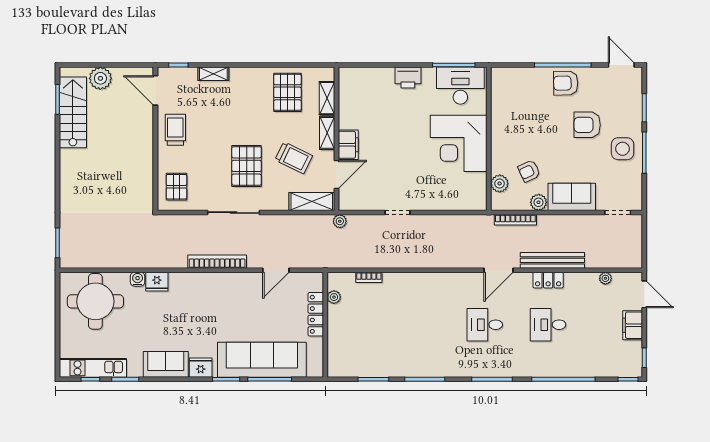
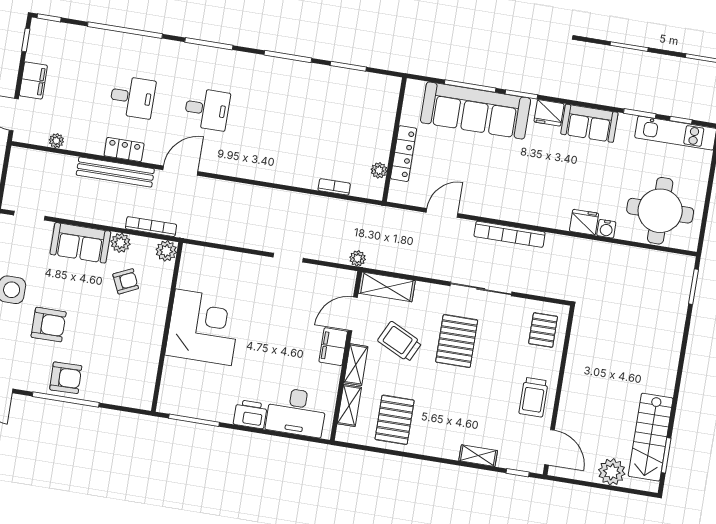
desk: (460, 86) -> (296, 412), moved
plant: (500, 184) -> (166, 251), moved

